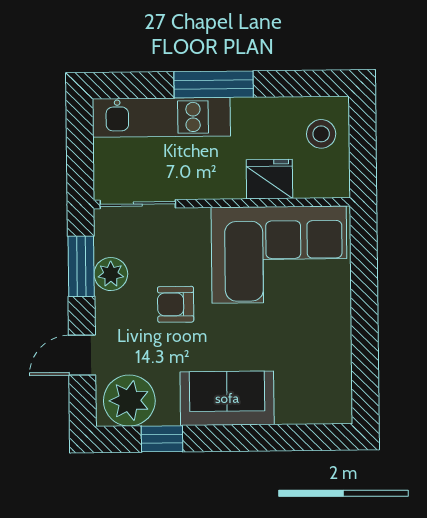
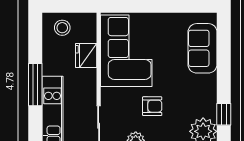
armchair: (176, 304) -> (152, 106), turned -90
sofa: (227, 398) -> (202, 48), moved

